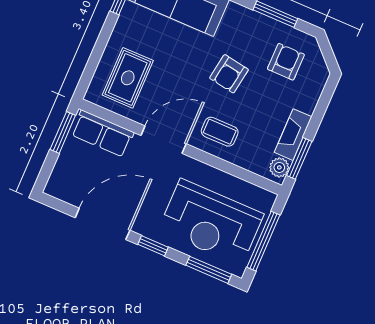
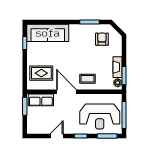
armchair: (229, 74) -> (81, 54), removed
rug: (128, 78) -> (41, 73), turned 90
door: (164, 140) -> (66, 92), hinge flipped
door: (103, 224) -> (57, 136), width x0.53

